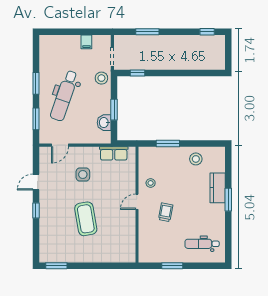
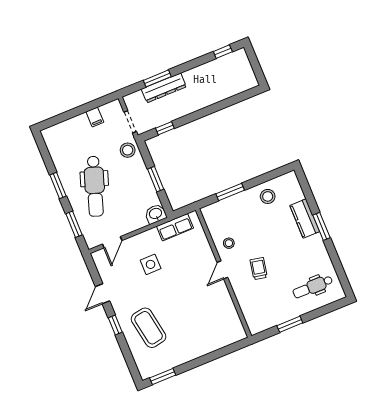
dresser: (150, 41) -> (164, 88), added
washbasin: (104, 123) -> (156, 214), moved, turned 90
coffee table: (86, 219) -> (149, 328), moved

